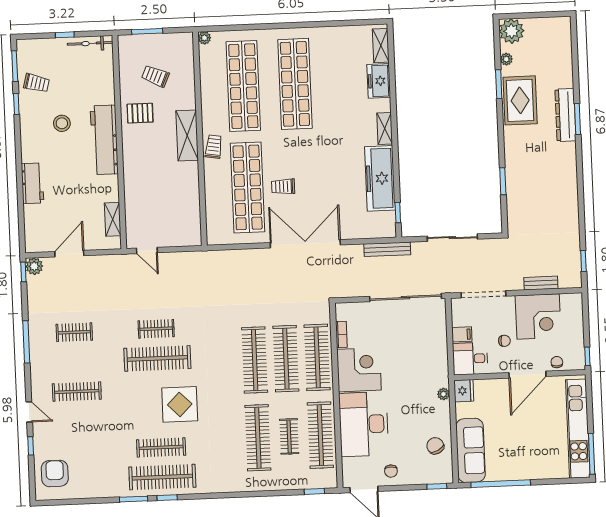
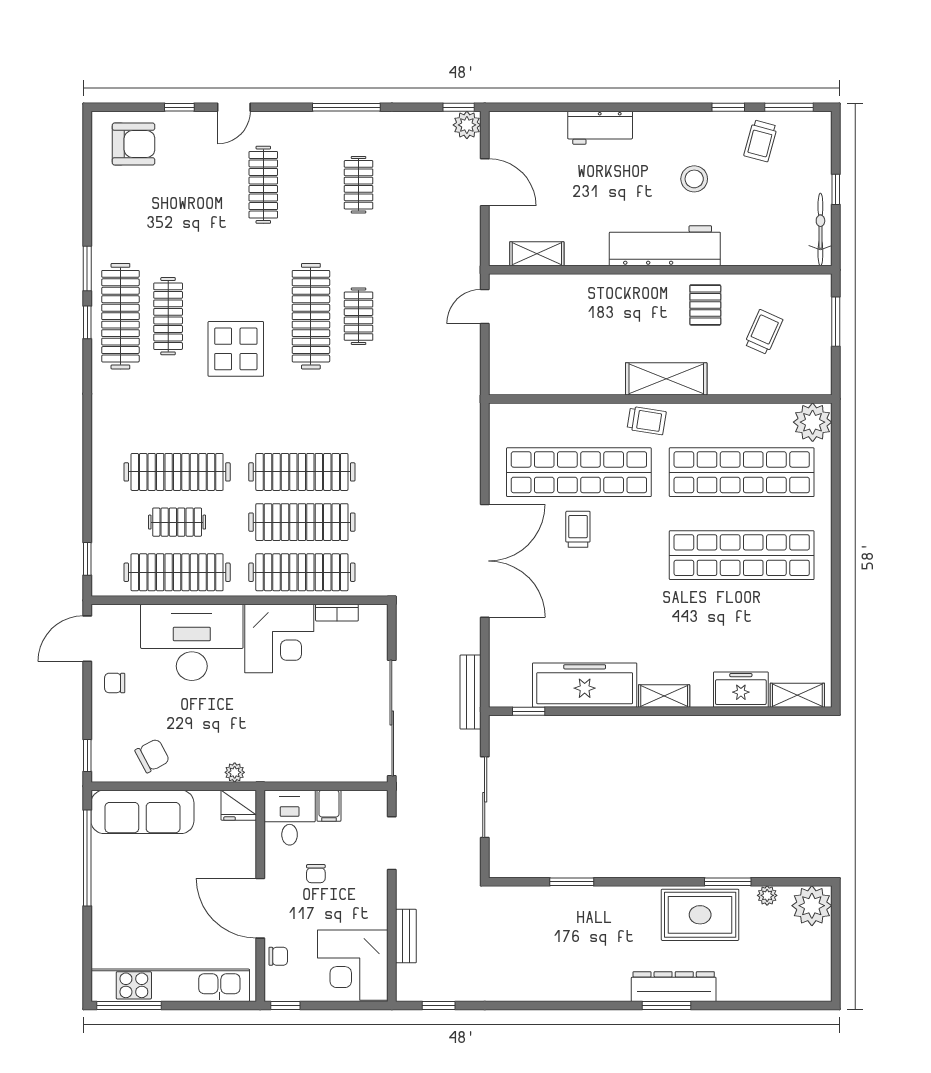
plant: (204, 38) -> (813, 422), width x1.88, depth x1.88
doorway: (483, 294) -> (392, 843), width x0.73
corner desk: (538, 316) -> (353, 965), moved

